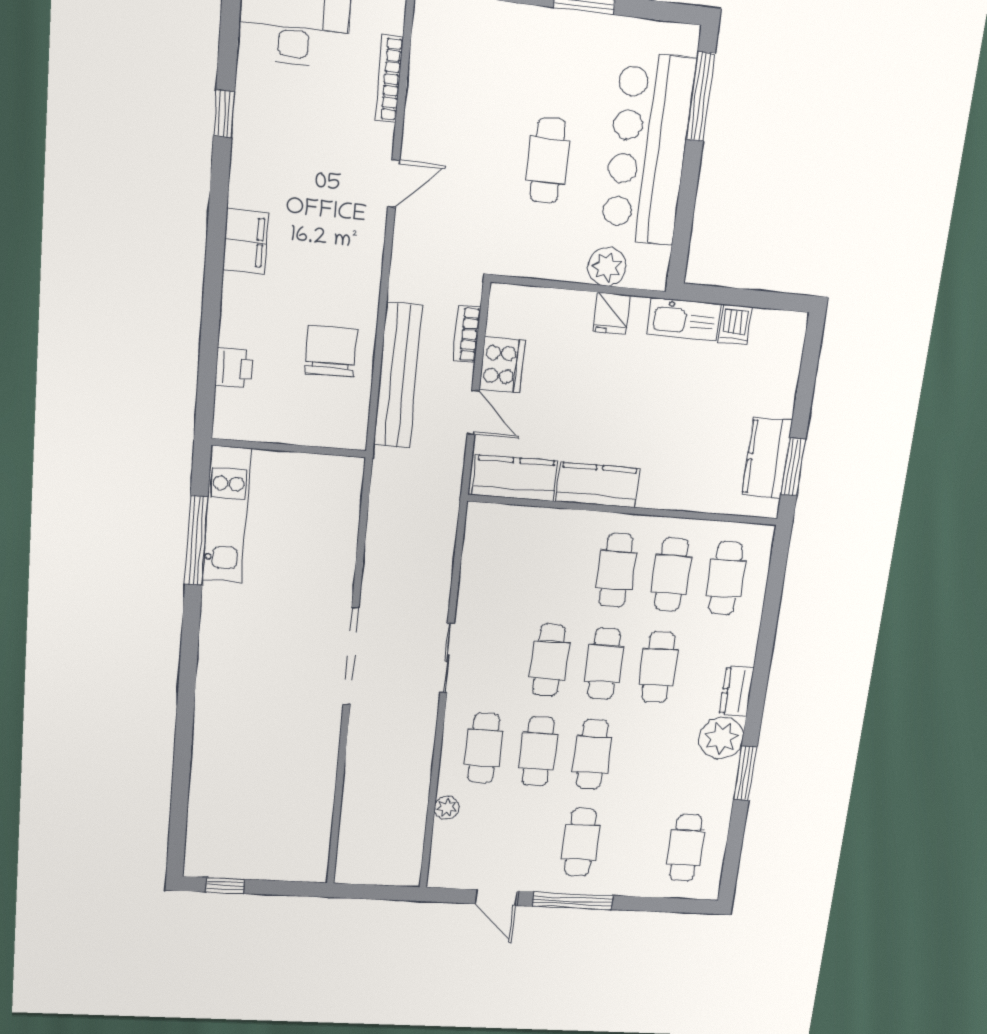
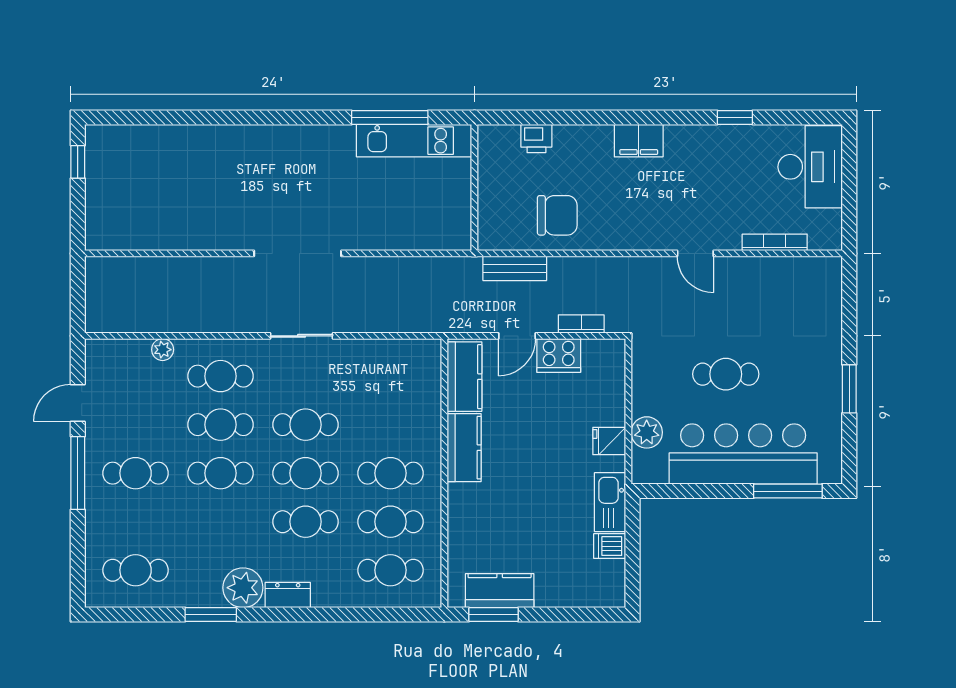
bench: (398, 376) -> (515, 268), width x0.54, depth x0.82

